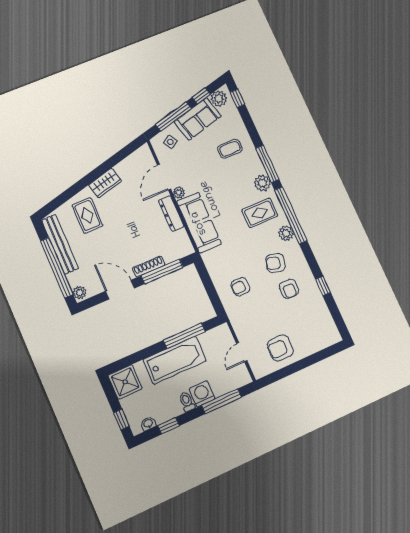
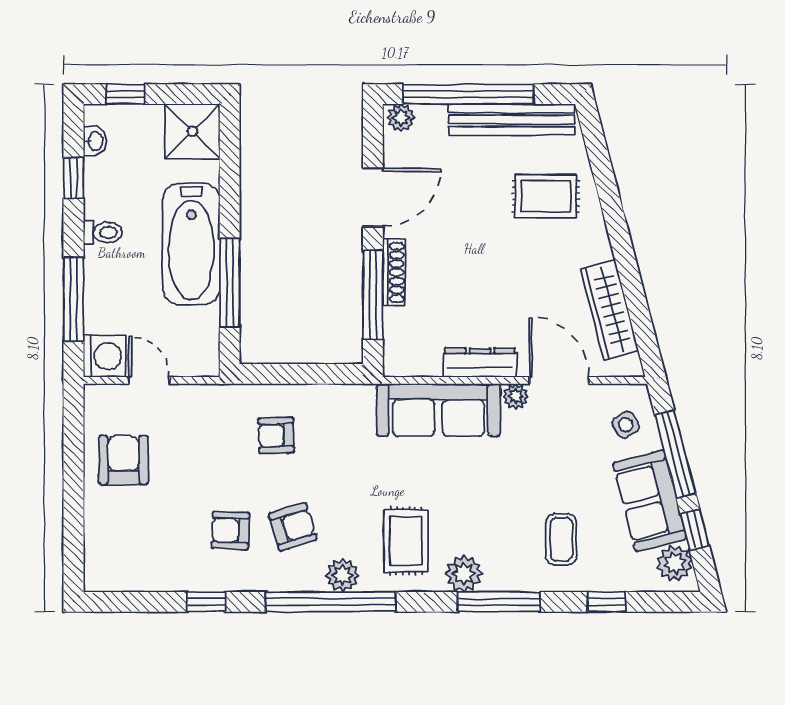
window: (237, 98) -> (607, 602), moved
wardrobe: (105, 183) -> (609, 310), moved, width x1.50
window: (291, 215) -> (331, 602), moved
armchair: (275, 263) -> (293, 527), turned 58
armchair: (240, 287) -> (276, 435), turned -92
washing machine: (202, 394) -> (104, 356), moved

